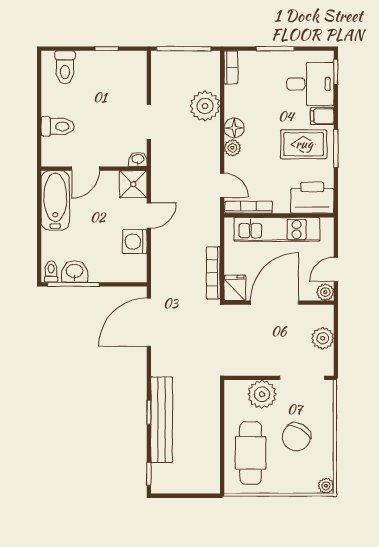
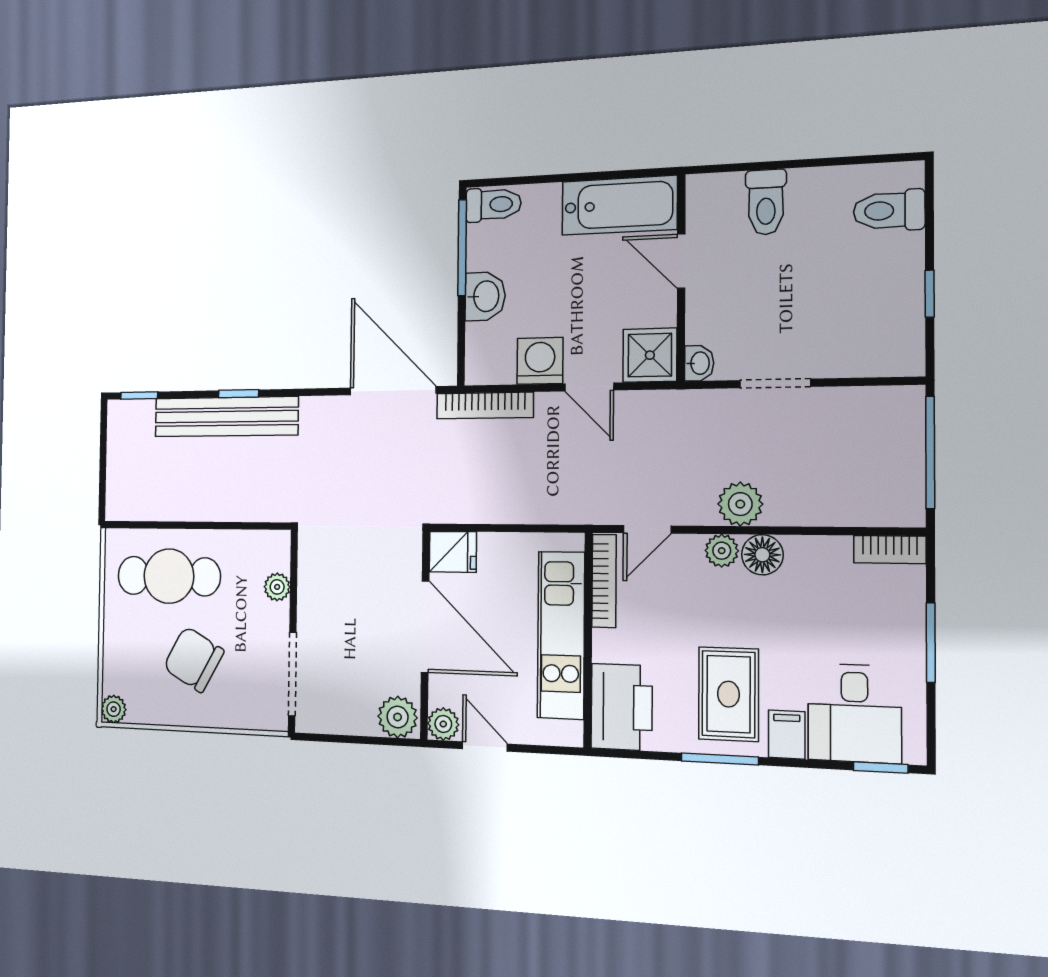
plant: (205, 106) -> (740, 504), moved, width x0.73, depth x0.73
toilet: (51, 272) -> (493, 204), width x1.37, depth x1.39
washbasin: (75, 272) -> (485, 296), moved
bookcase: (213, 273) -> (485, 405), moved, turned 180
plant: (323, 338) -> (398, 717), moved
plant: (262, 394) -> (277, 587), width x0.53, depth x0.53

